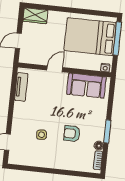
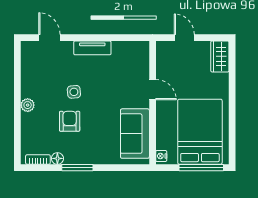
tv unit: (21, 87) -> (92, 48), moved
side table: (41, 135) -> (74, 92), moved
plant: (56, 164) -> (28, 105), added

